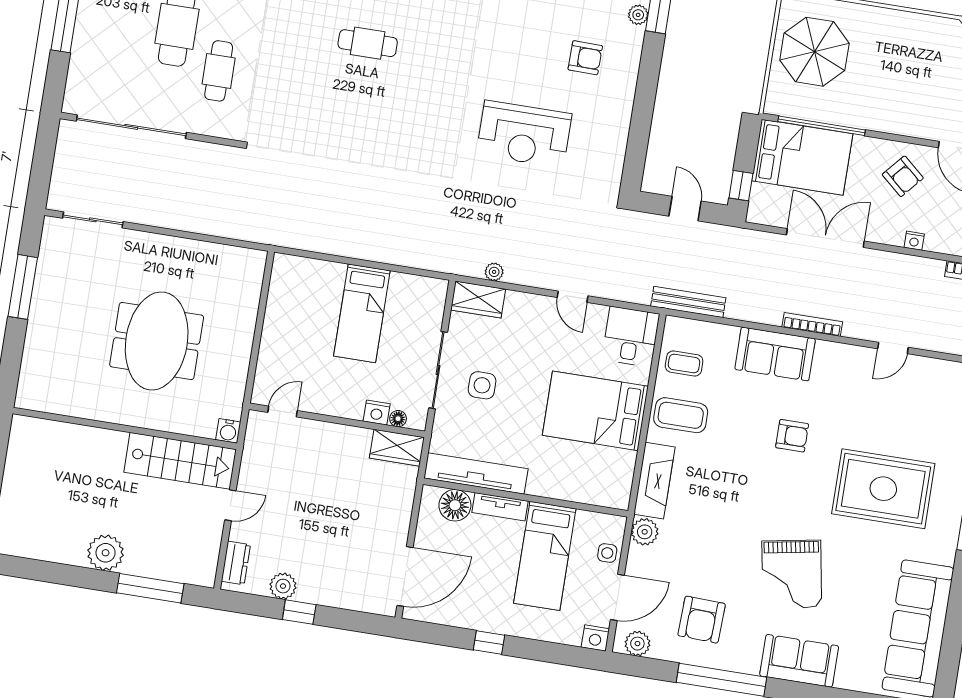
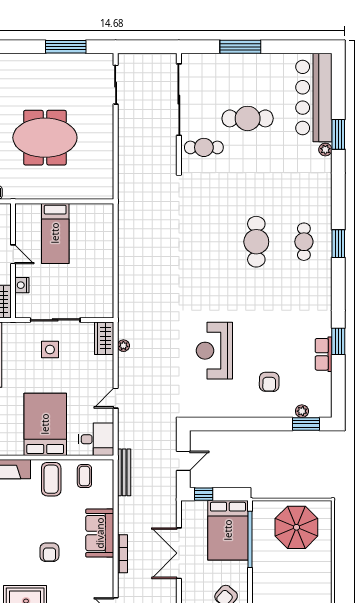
cafe table: (368, 43) -> (256, 242), width x1.37, depth x1.35
cafe table: (219, 71) -> (204, 147), moved
double door: (825, 238) -> (179, 553), swing flipped
bed: (362, 313) -> (55, 233), moved, turned -90
door: (283, 411) -> (13, 254), moved
floor lamp: (398, 419) -> (20, 299), removed

